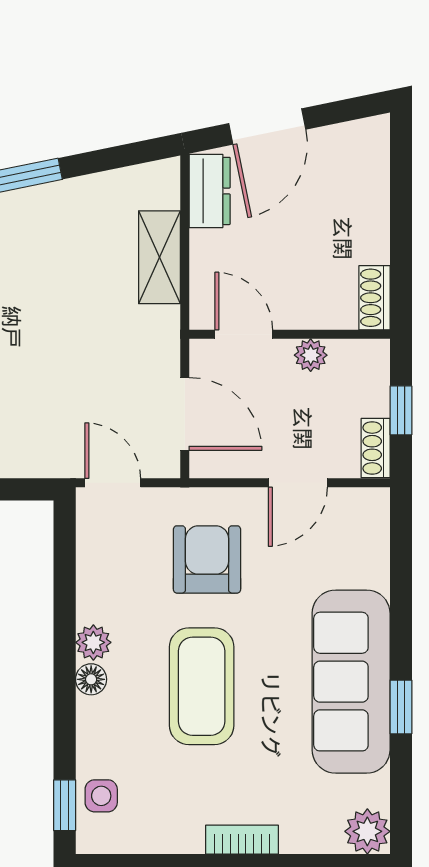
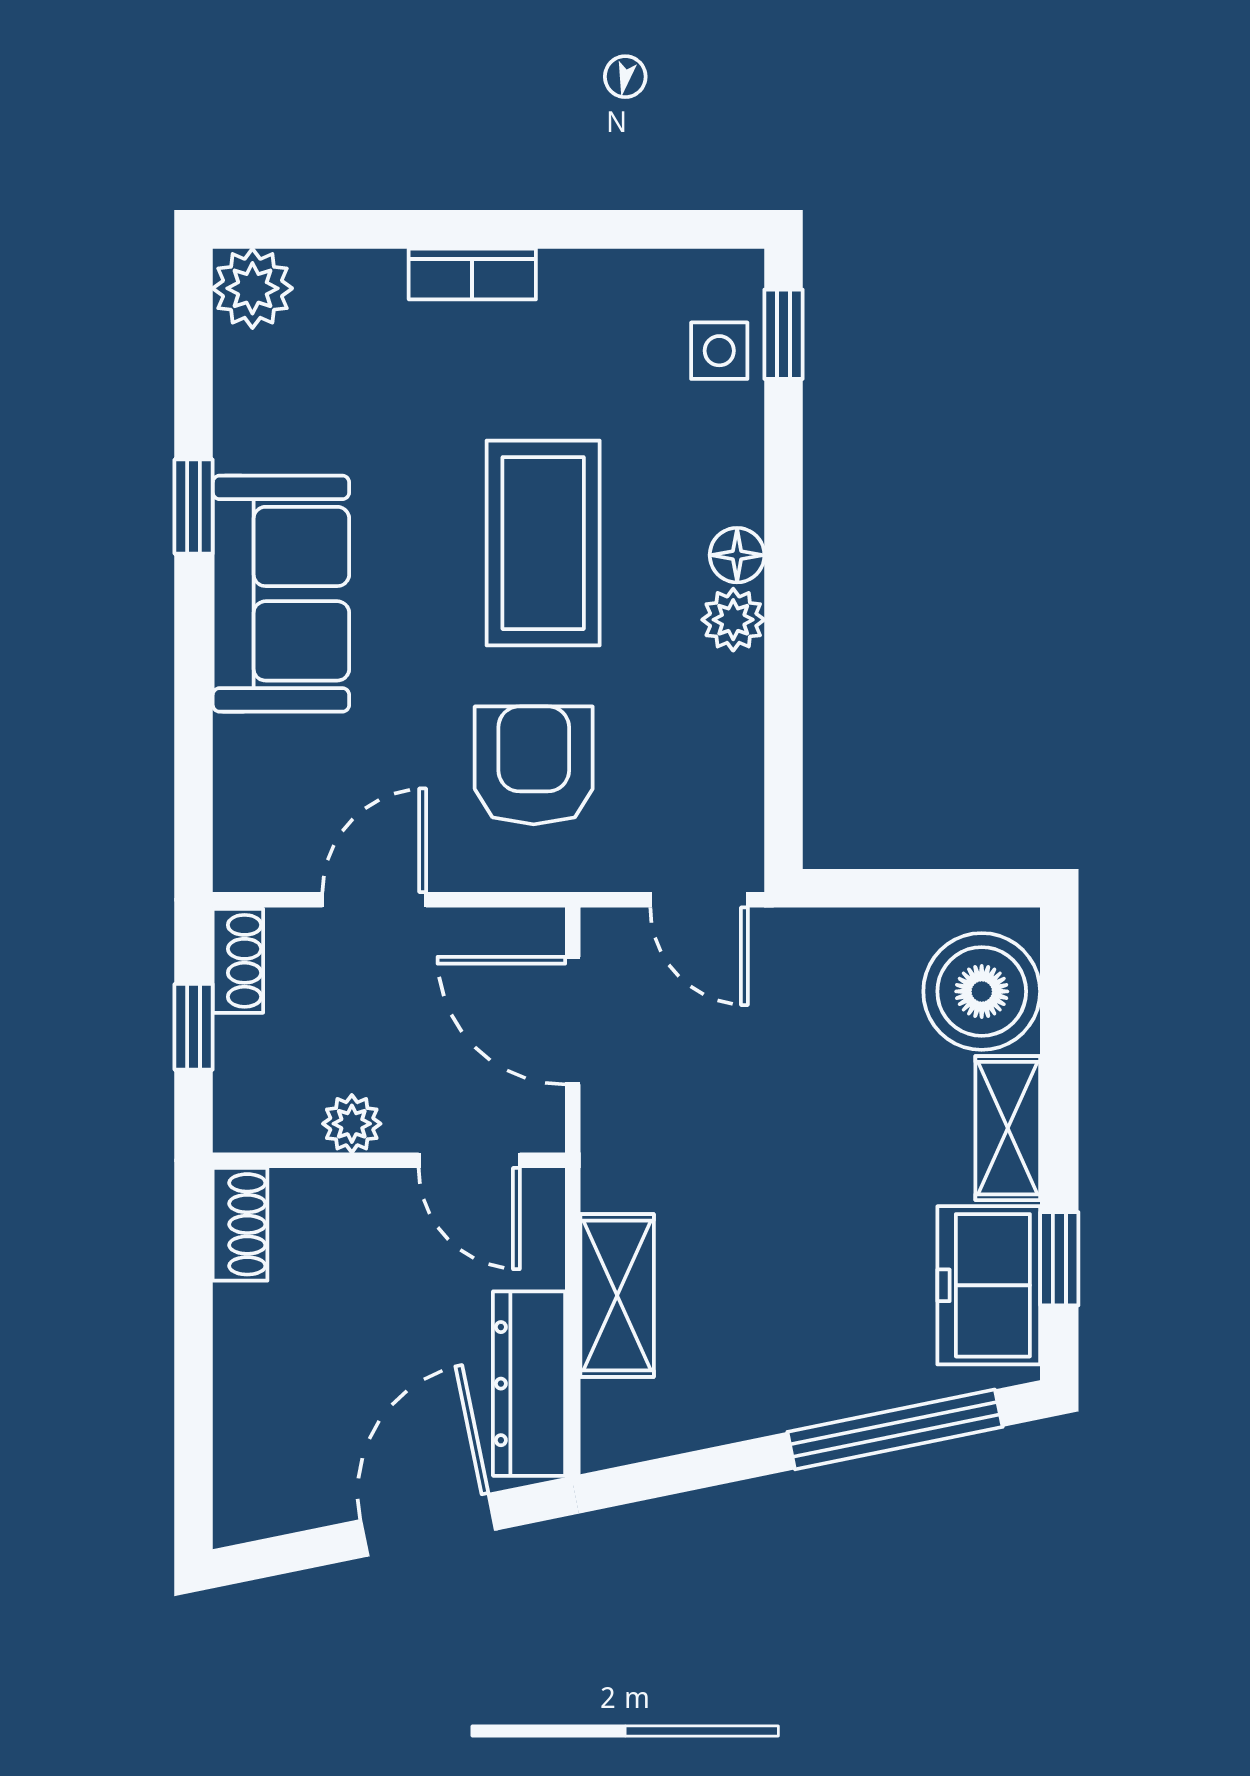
dresser: (210, 191) -> (529, 1384), width x1.44
armchair: (207, 559) -> (534, 765), turned 180
sofa: (351, 682) -> (281, 594), width x0.73

